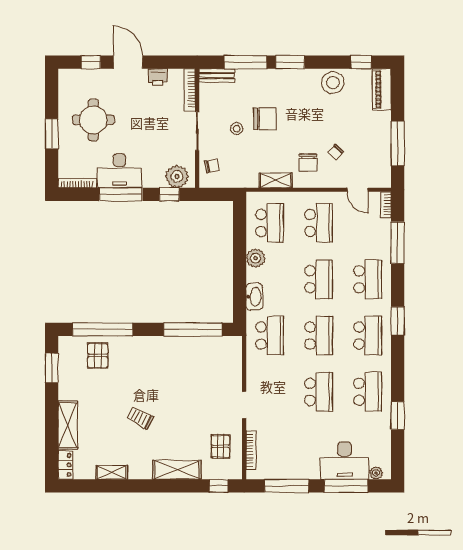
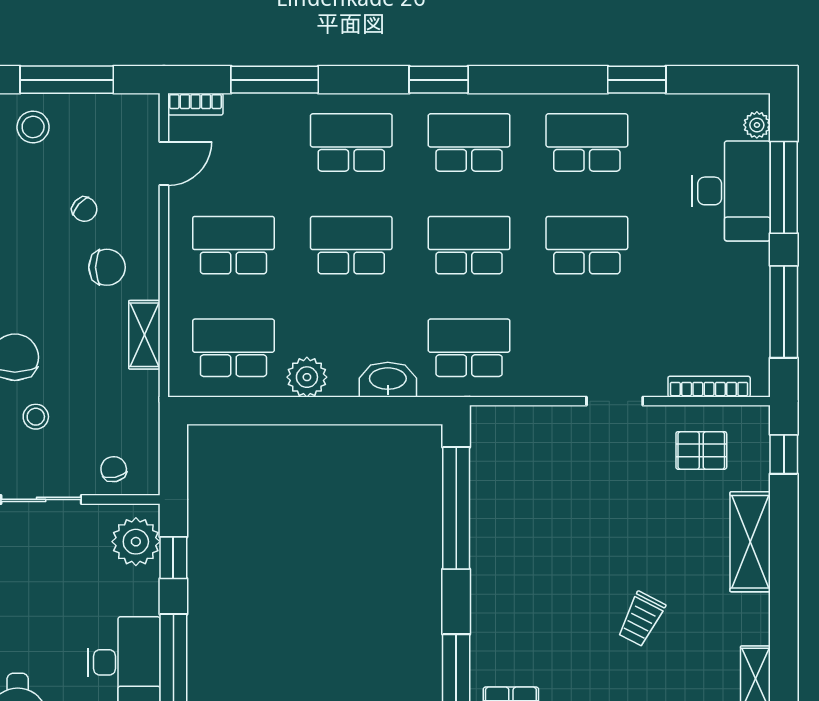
stool: (375, 127) -> (33, 127), added

